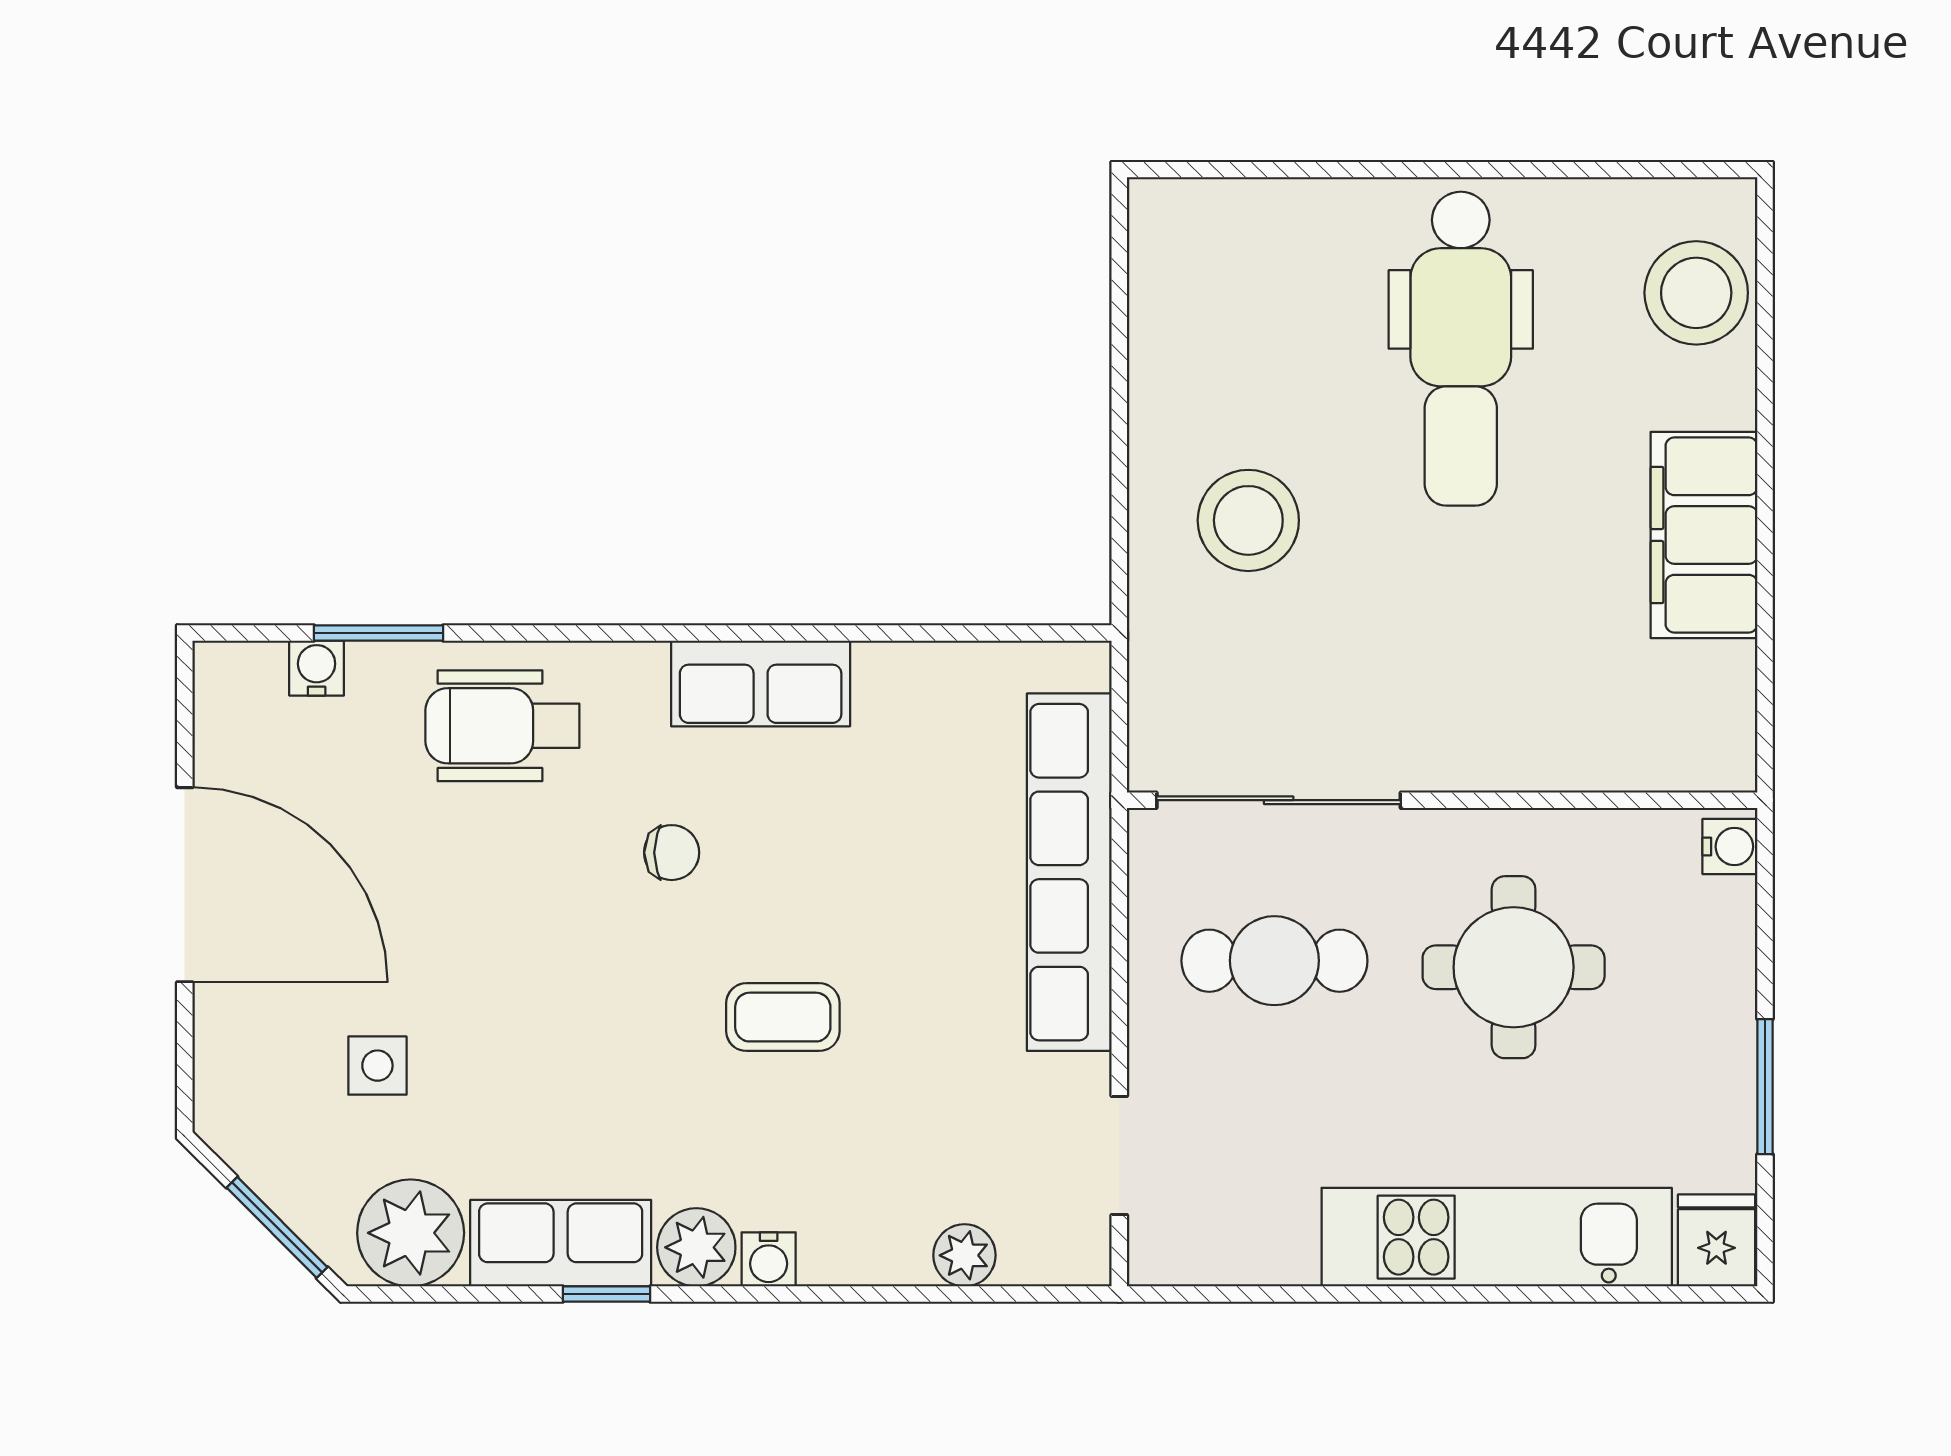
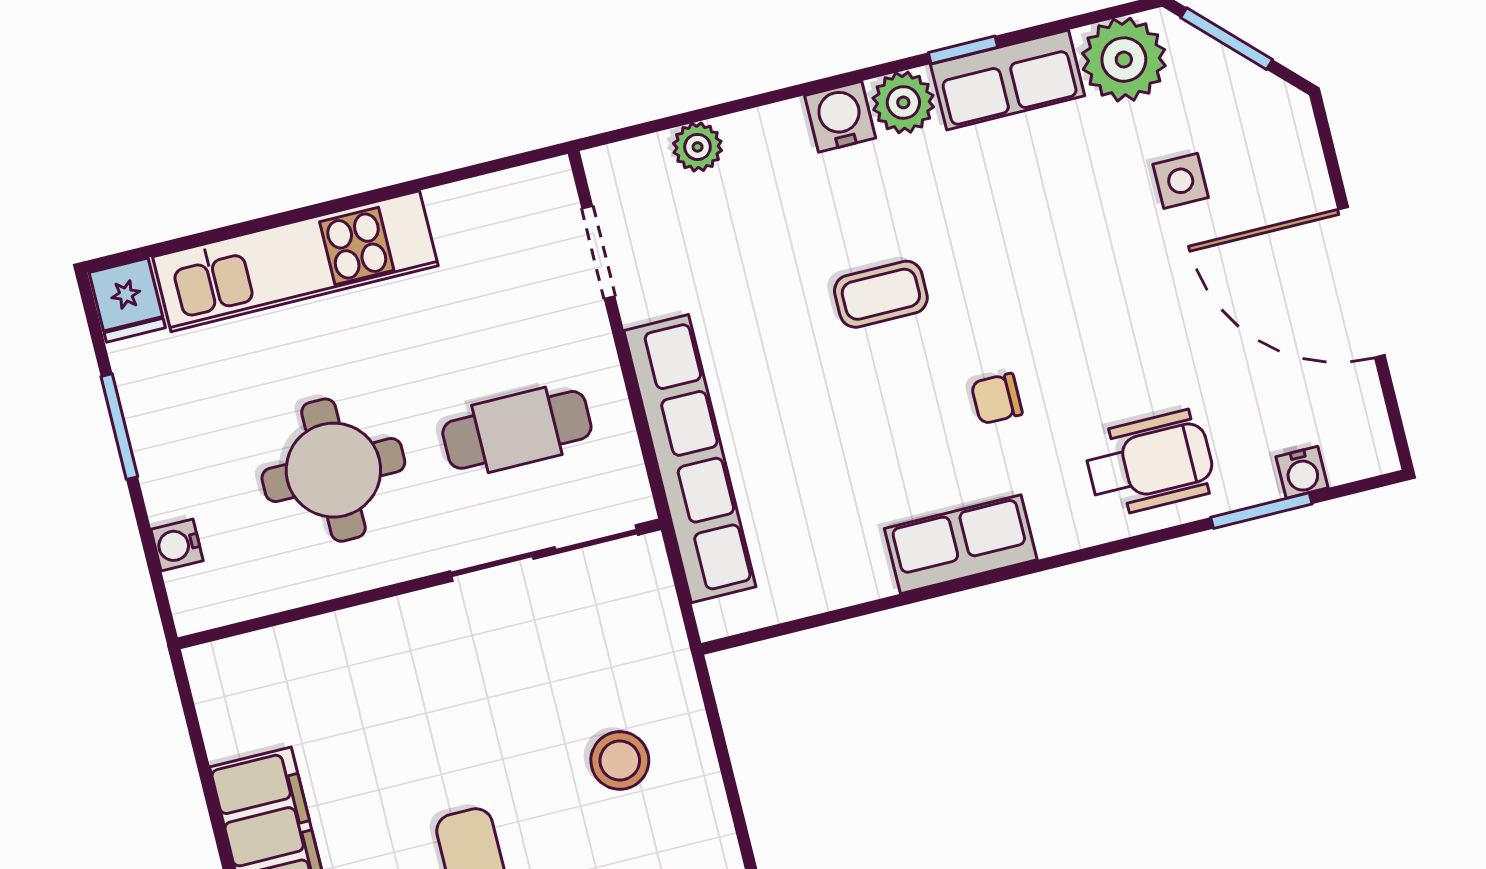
stool: (1248, 520) -> (620, 761), width x0.73, depth x0.73
water cooler: (1730, 847) -> (177, 545), moved
water cooler: (769, 1259) -> (840, 117), width x1.38, depth x1.38

